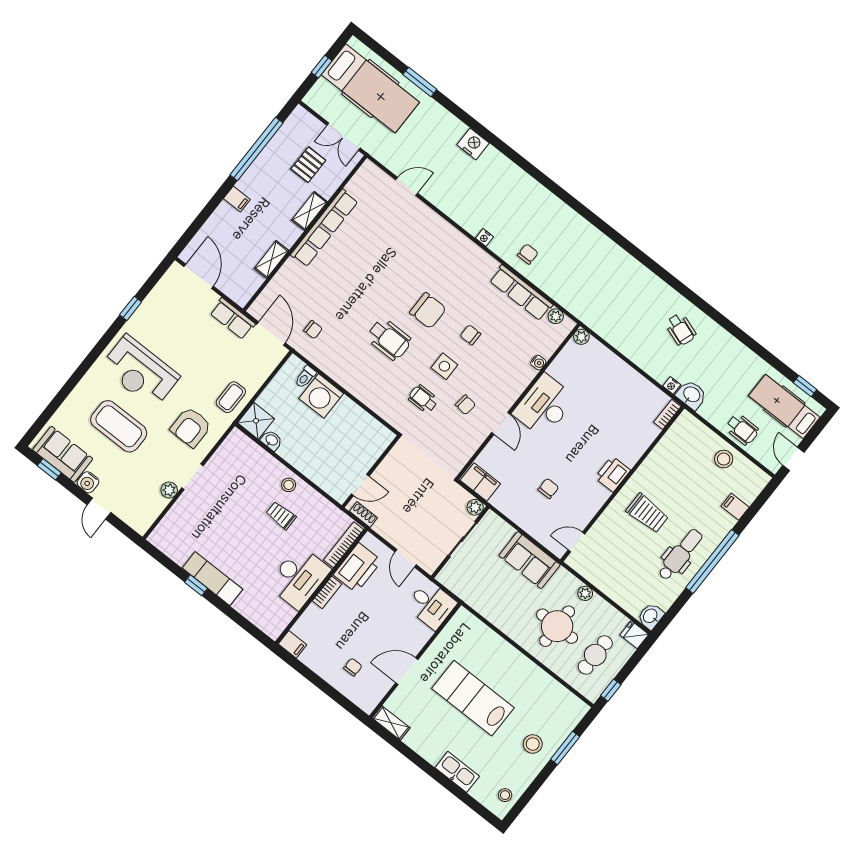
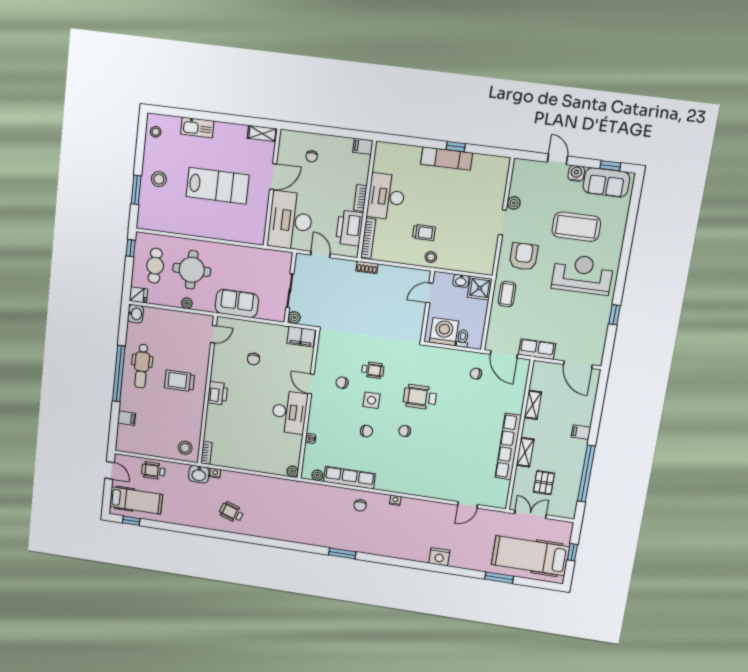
window: (581, 210) -> (342, 553), added
chair: (428, 311) -> (405, 431), width x0.54, depth x0.54
stool: (724, 459) -> (185, 448), moved
wall: (371, 472) -> (427, 306), moved
door: (360, 485) -> (429, 293), moved
desk: (431, 605) -> (290, 221), width x1.87, depth x1.30

